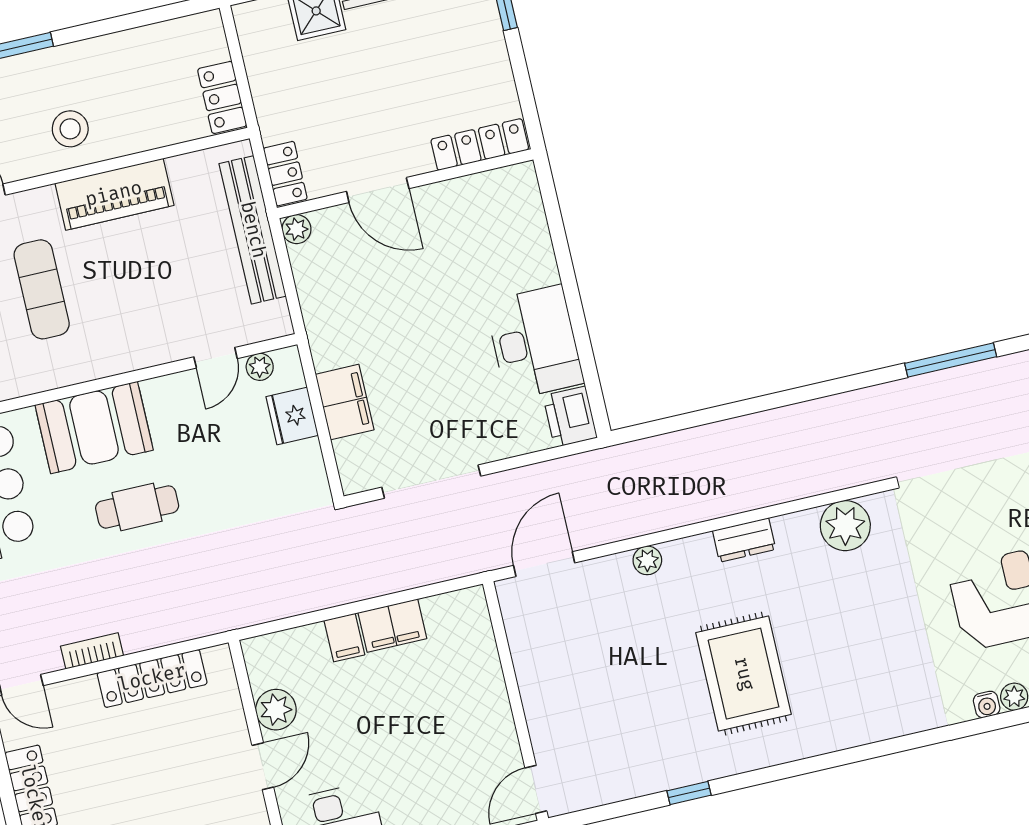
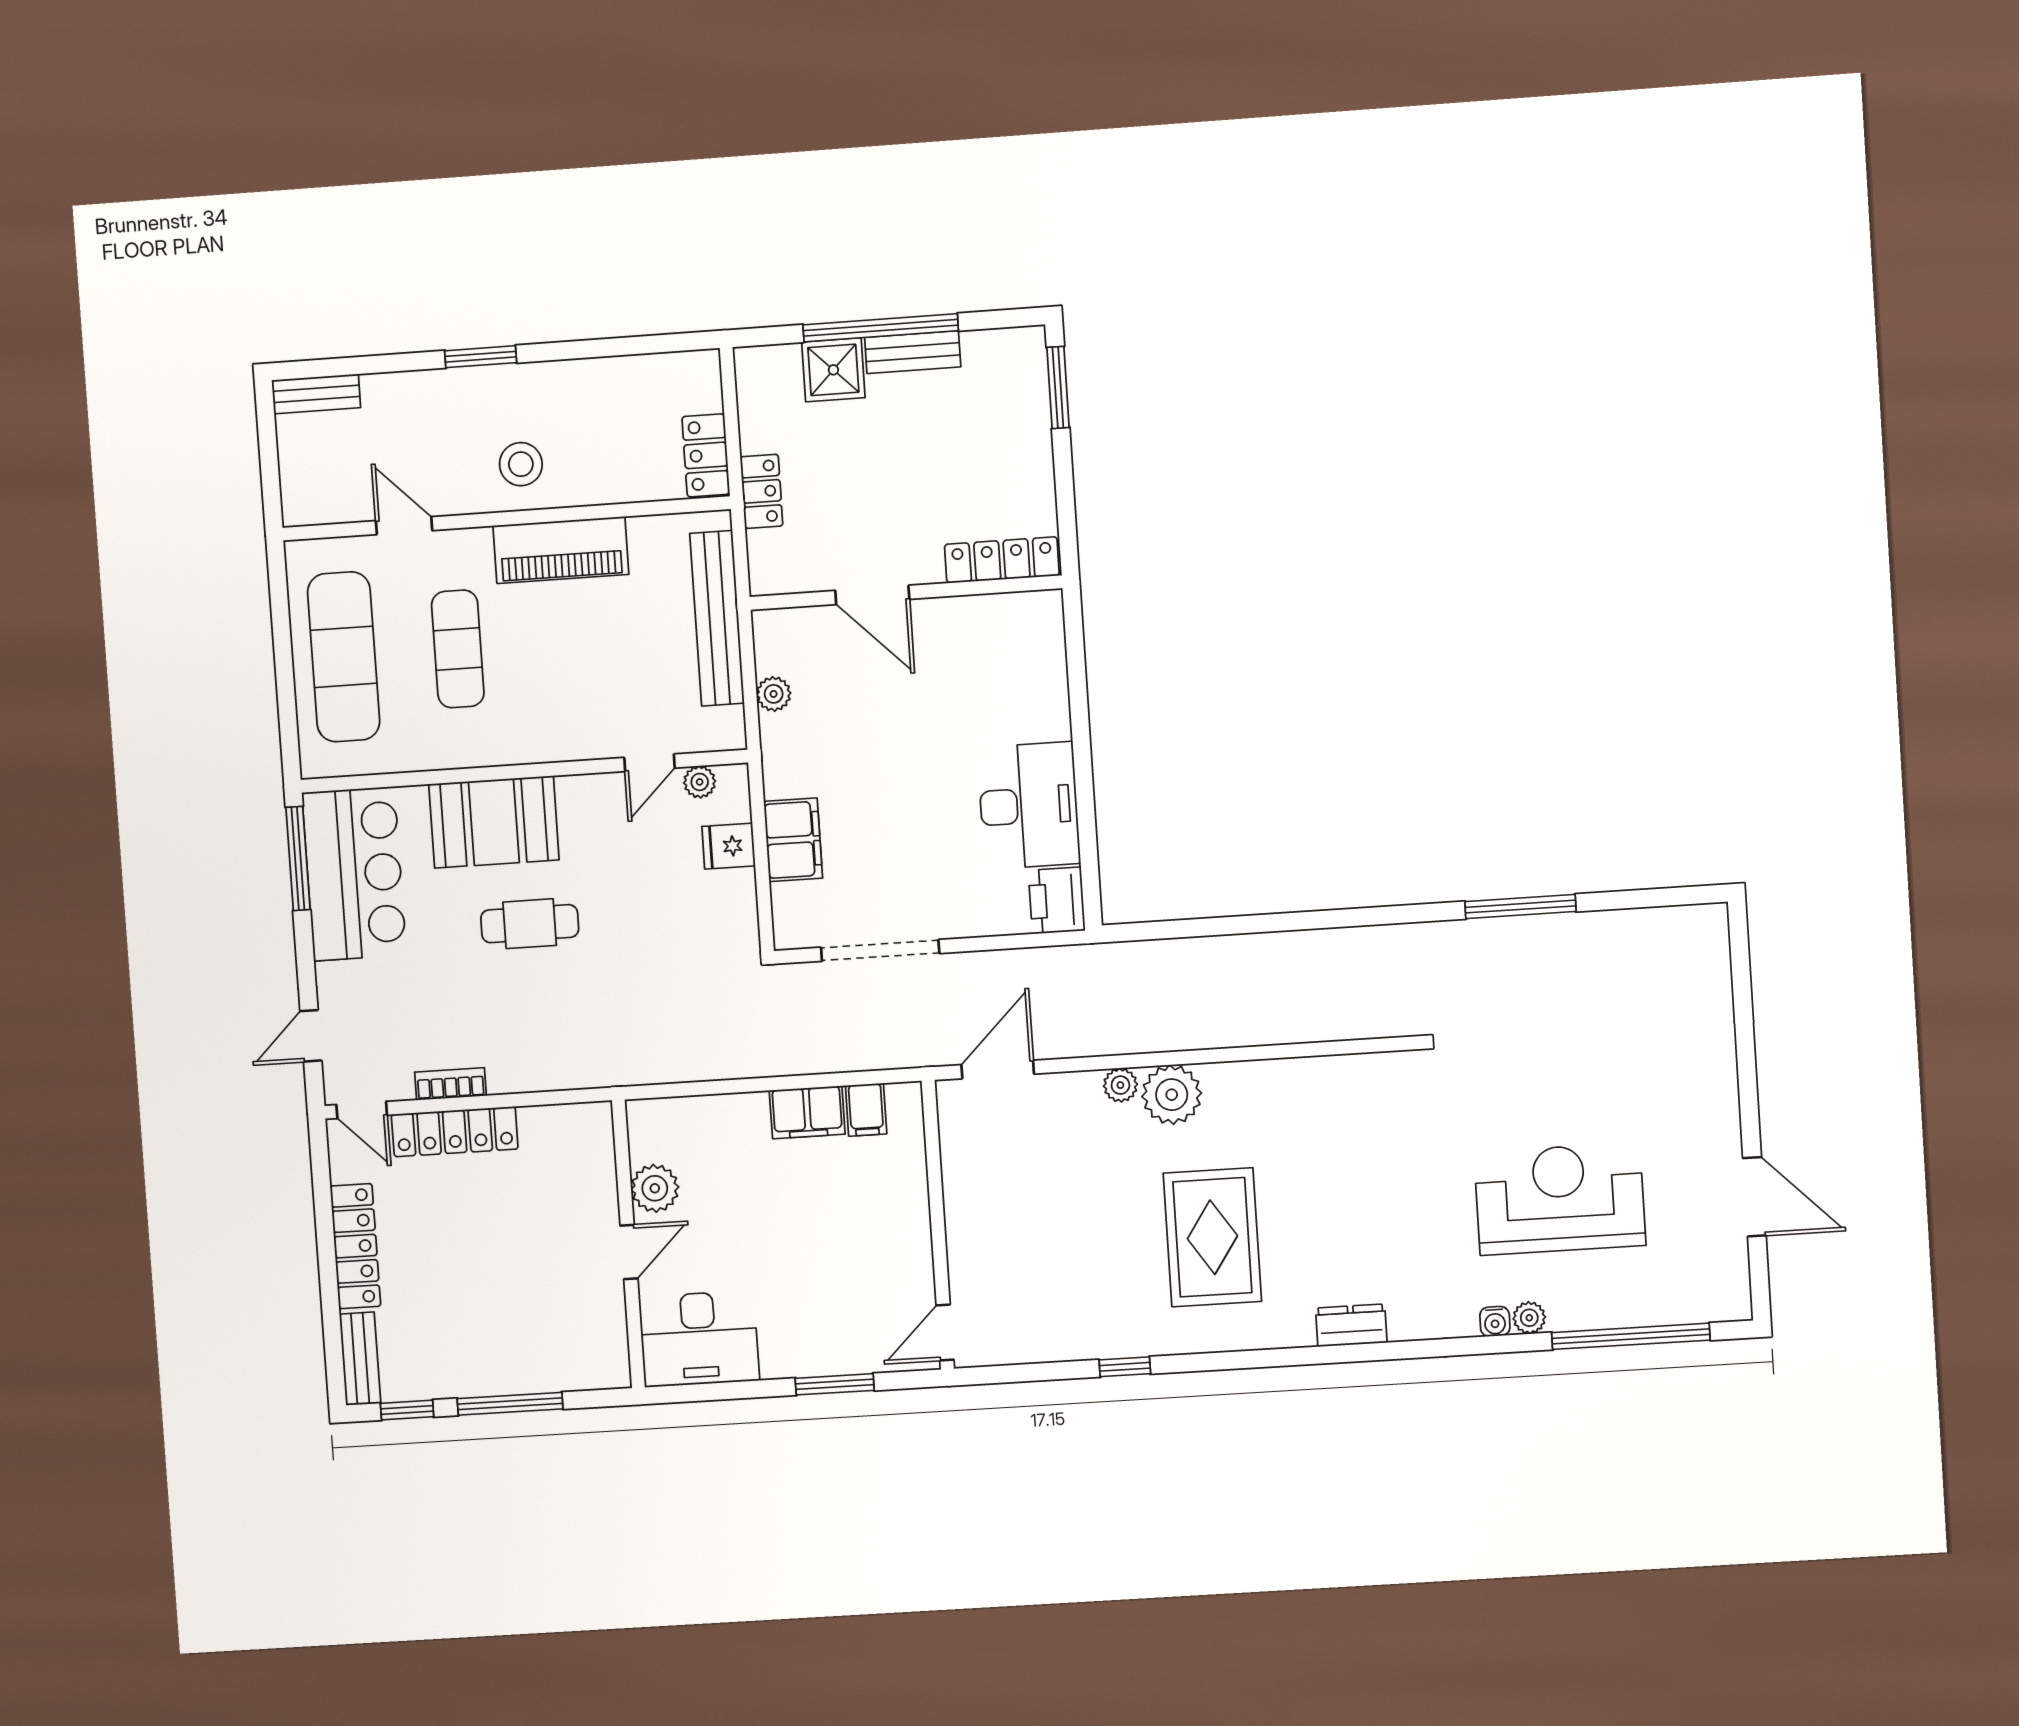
locker: (285, 174) -> (761, 491), moved
plant: (297, 229) -> (774, 694), moved
fridge: (292, 416) -> (729, 846), width x0.72
plant: (845, 526) -> (1172, 1095), moved
dresser: (744, 540) -> (1351, 1325), moved, turned 180
filing cabinet: (344, 638) -> (866, 1110), moved
locker: (152, 678) -> (455, 1132), moved

